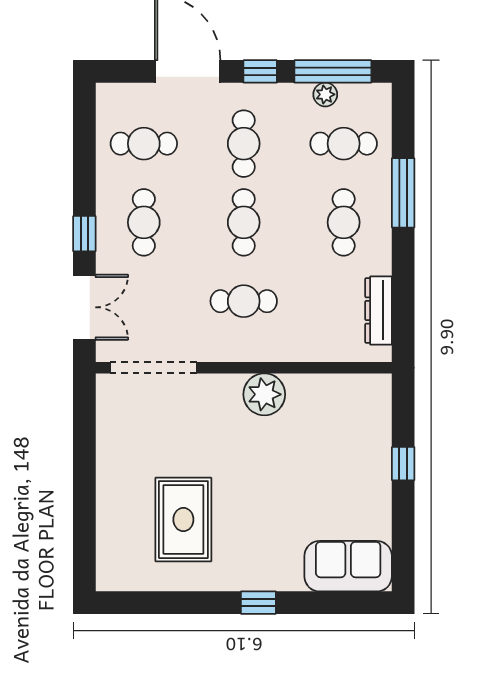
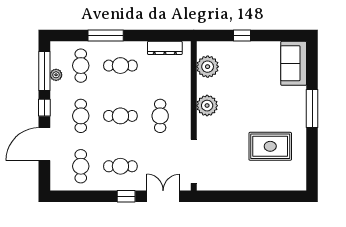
cafe table: (244, 144) -> (81, 116), turned 90
plant: (342, 395) -> (208, 67), added
window: (258, 603) -> (312, 109), width x2.17

